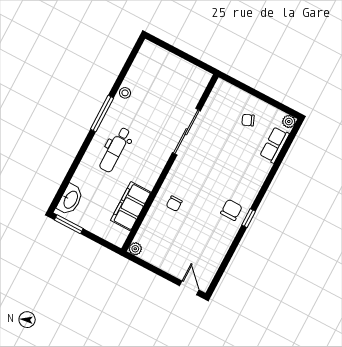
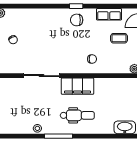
row of seats: (275, 145) -> (109, 14), moved
filing cabinet: (131, 206) -> (77, 86), moved
coffee table: (182, 250) -> (119, 38), added

